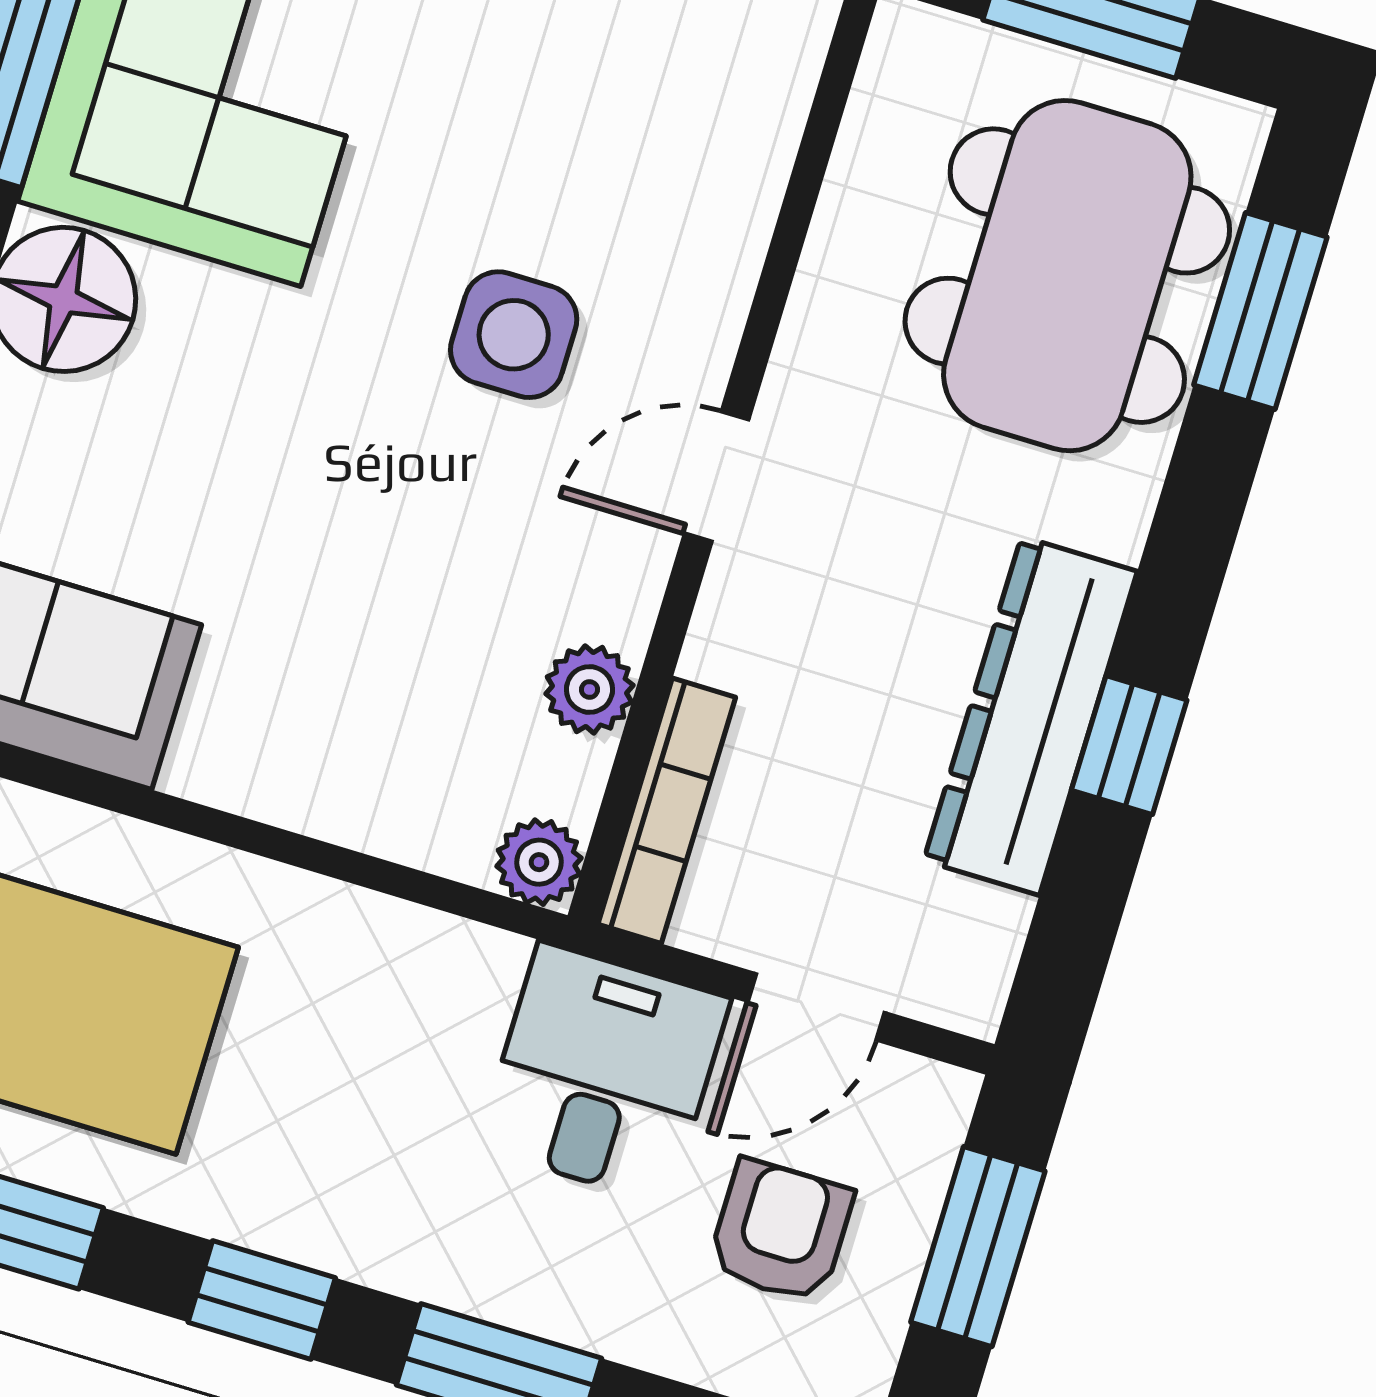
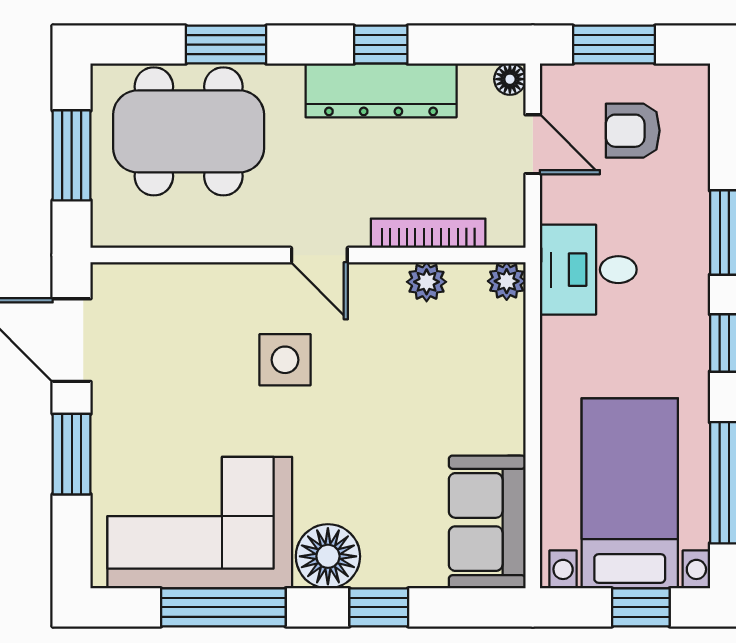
window: (1260, 311) -> (226, 45), moved
bookcase: (667, 811) -> (428, 233), moved
floor lamp: (971, 1000) -> (510, 79), added
desk: (604, 1073) -> (588, 270), moved

